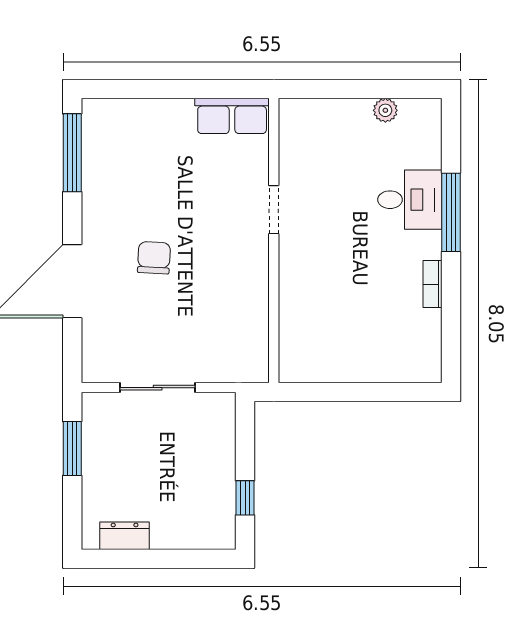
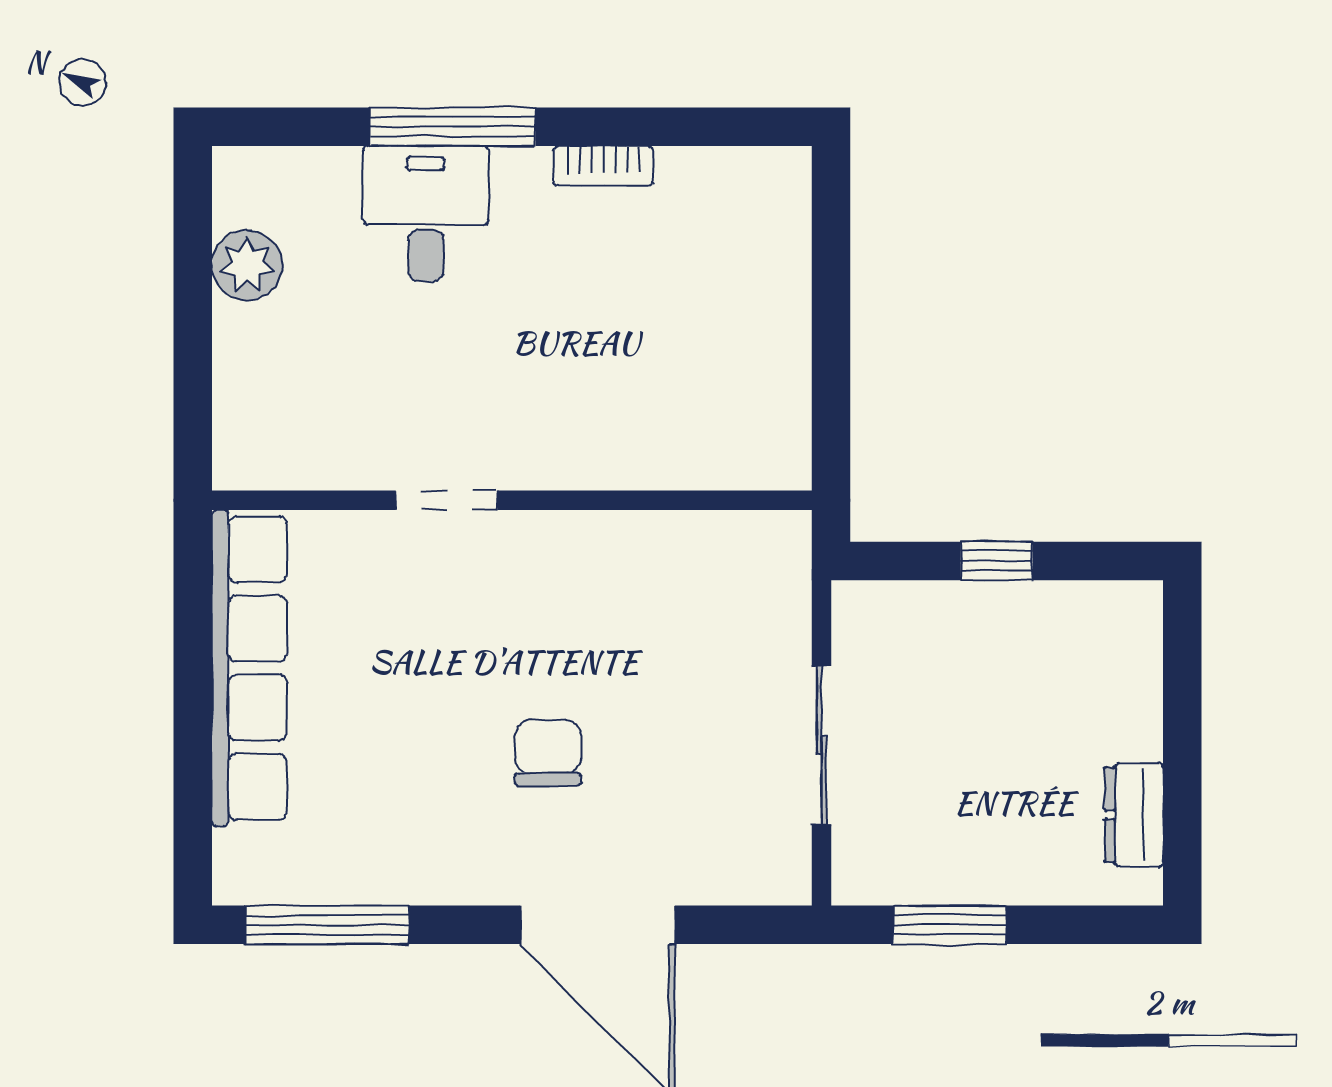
plant: (385, 110) -> (247, 265), width x1.38, depth x1.38
row of seats: (232, 116) -> (249, 668), width x2.02
chair: (154, 258) -> (548, 753), turned 87
window: (245, 498) -> (997, 561), moved

